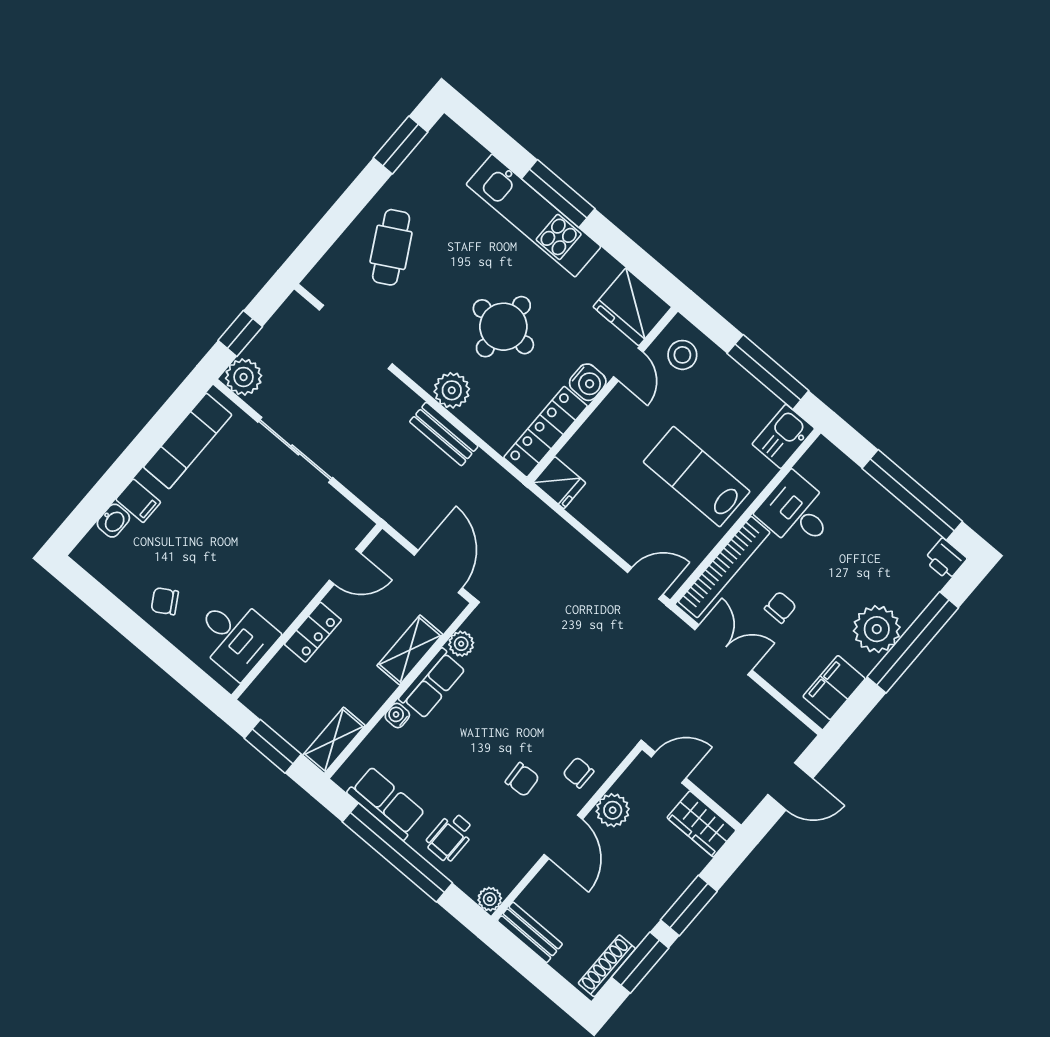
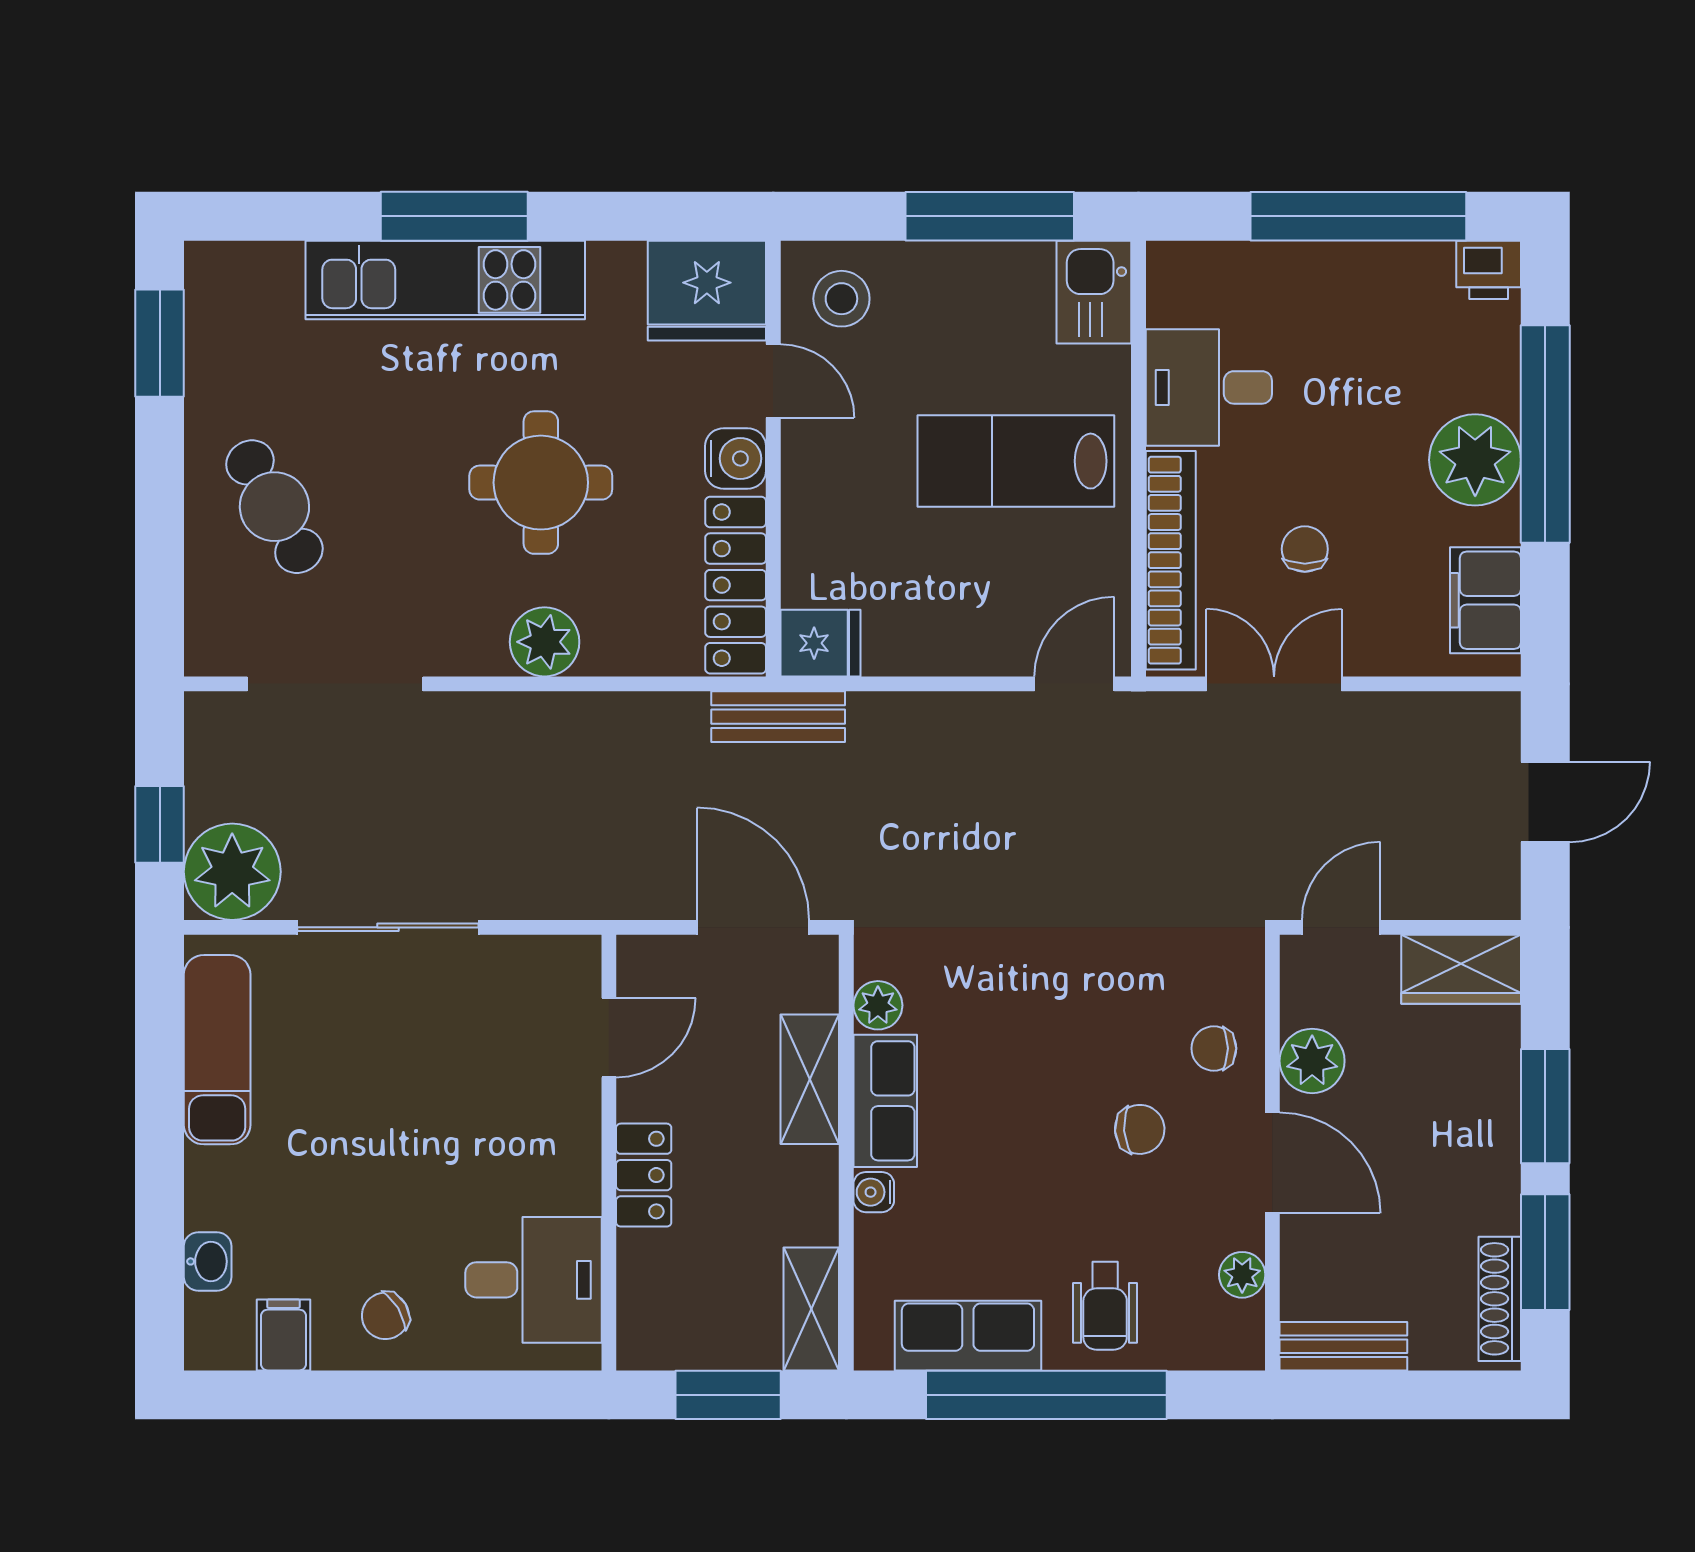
plant: (244, 377) -> (232, 872), width x1.36, depth x1.36
bench: (444, 434) -> (778, 717), moved
filing cabinet: (138, 501) -> (283, 1335), moved, turned -90
plant: (490, 899) -> (1242, 1275), moved

